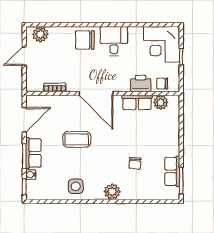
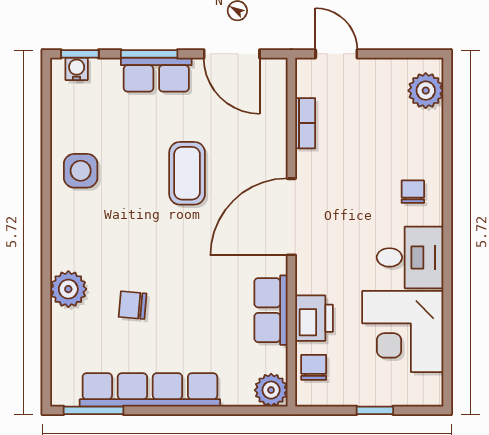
chair: (85, 40) -> (413, 192), width x0.54, depth x0.54
corner desk: (162, 44) -> (403, 332), moved, turned -90
door: (24, 56) -> (336, 54), moved
plant: (161, 102) -> (271, 390), moved
row of seats: (172, 171) -> (150, 390), width x2.02
water cooler: (31, 175) -> (77, 69), moved
plant: (112, 192) -> (68, 289), moved

